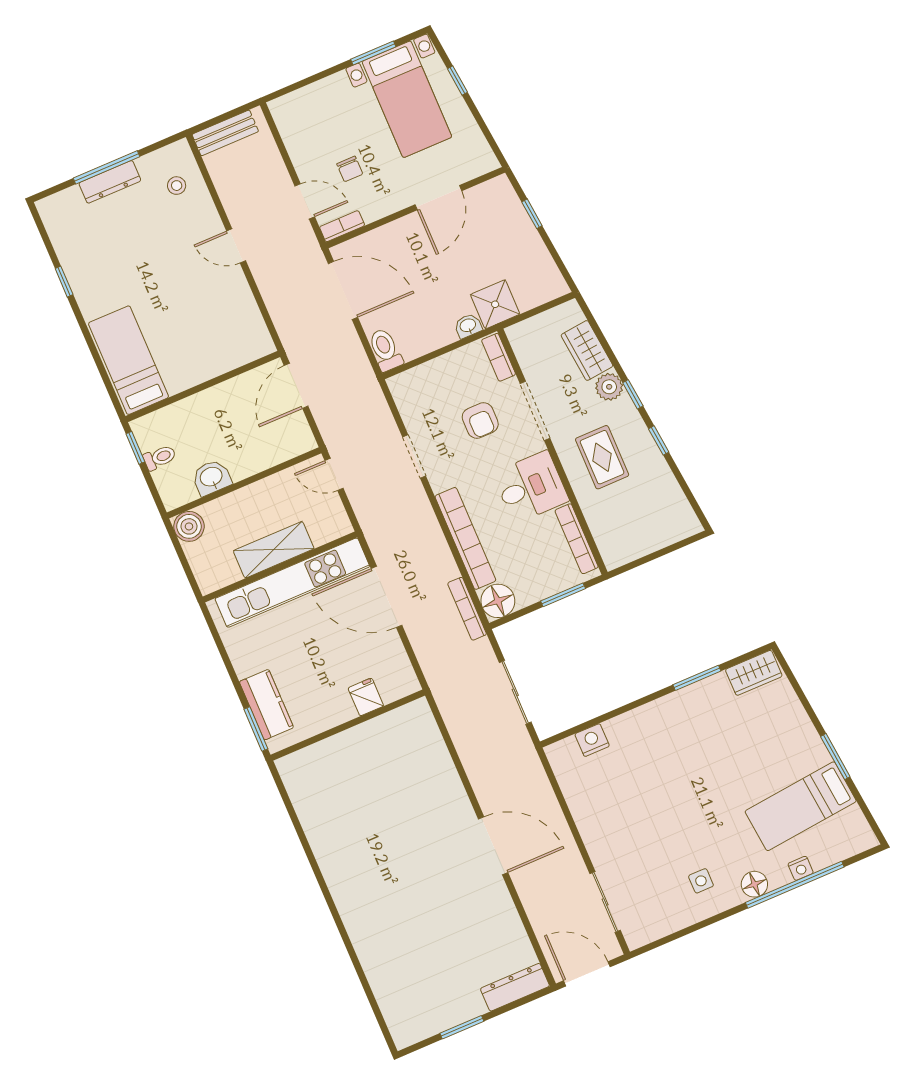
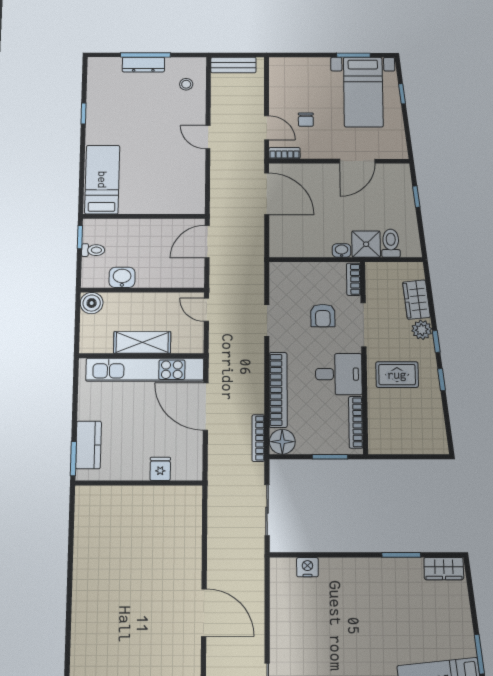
toilet: (385, 350) -> (391, 243), moved
rug: (602, 457) -> (397, 375), turned 90

